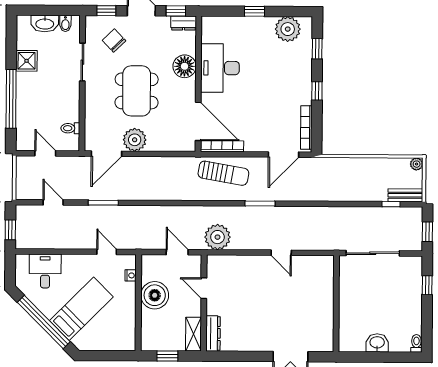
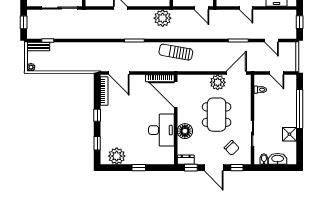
door: (284, 155) -> (119, 73), swing flipped
sun lounger: (223, 173) -> (176, 52), moved
door: (107, 252) -> (246, 8), moved
door: (177, 252) -> (201, 8), moved

